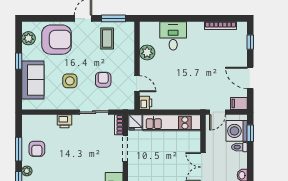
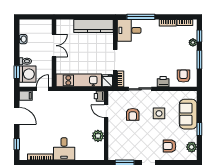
desk: (173, 36) -> (64, 149), moved
coffee table: (107, 38) -> (130, 147), removed
armchair: (57, 40) -> (169, 146), width x0.53, depth x0.53
armchair: (37, 149) -> (183, 76), moved

